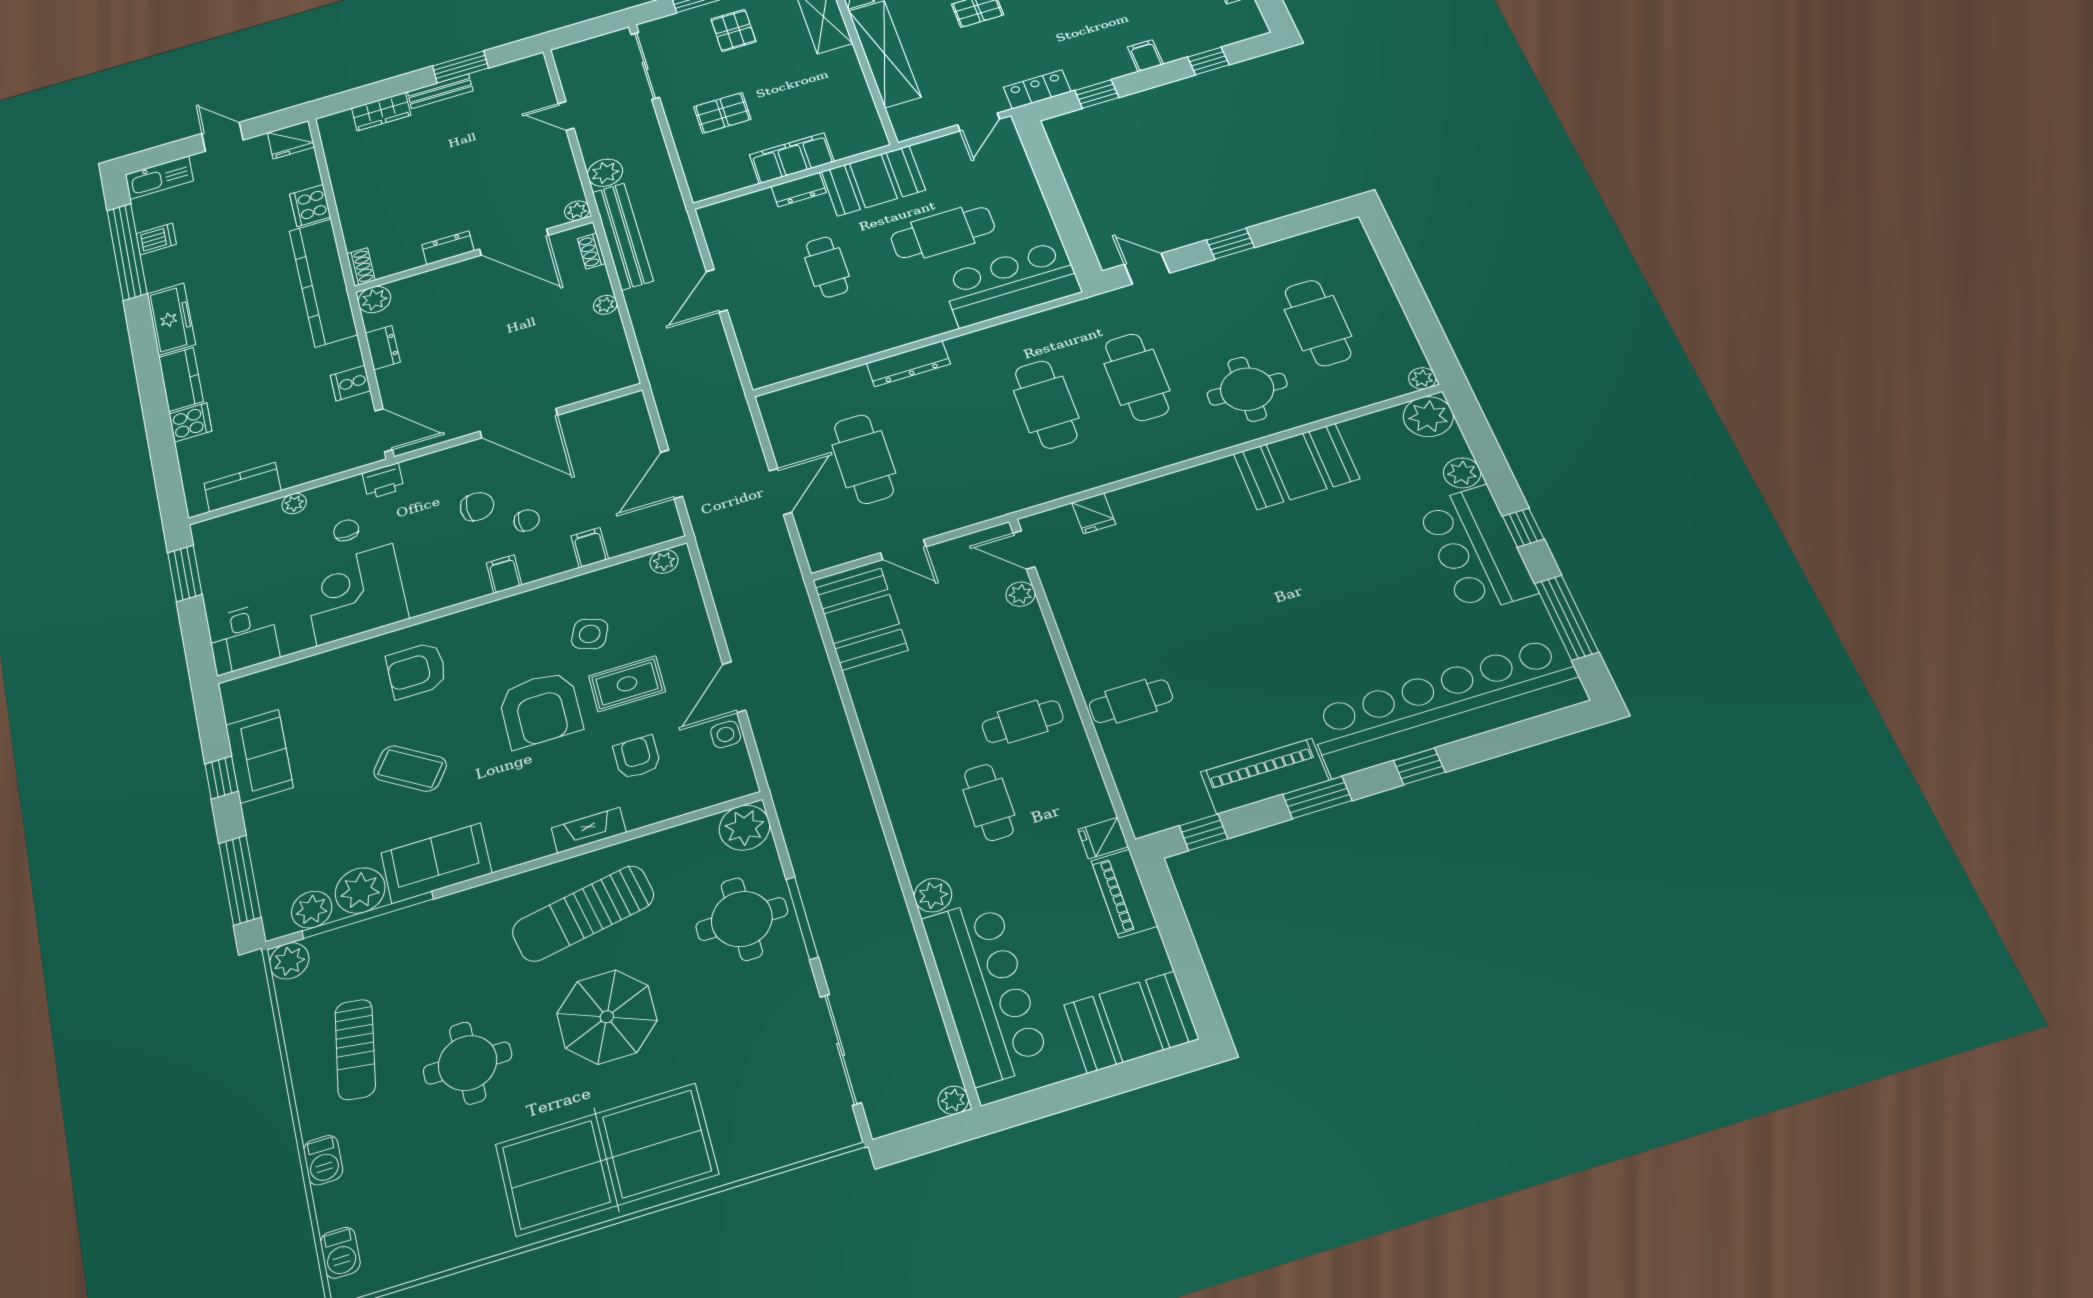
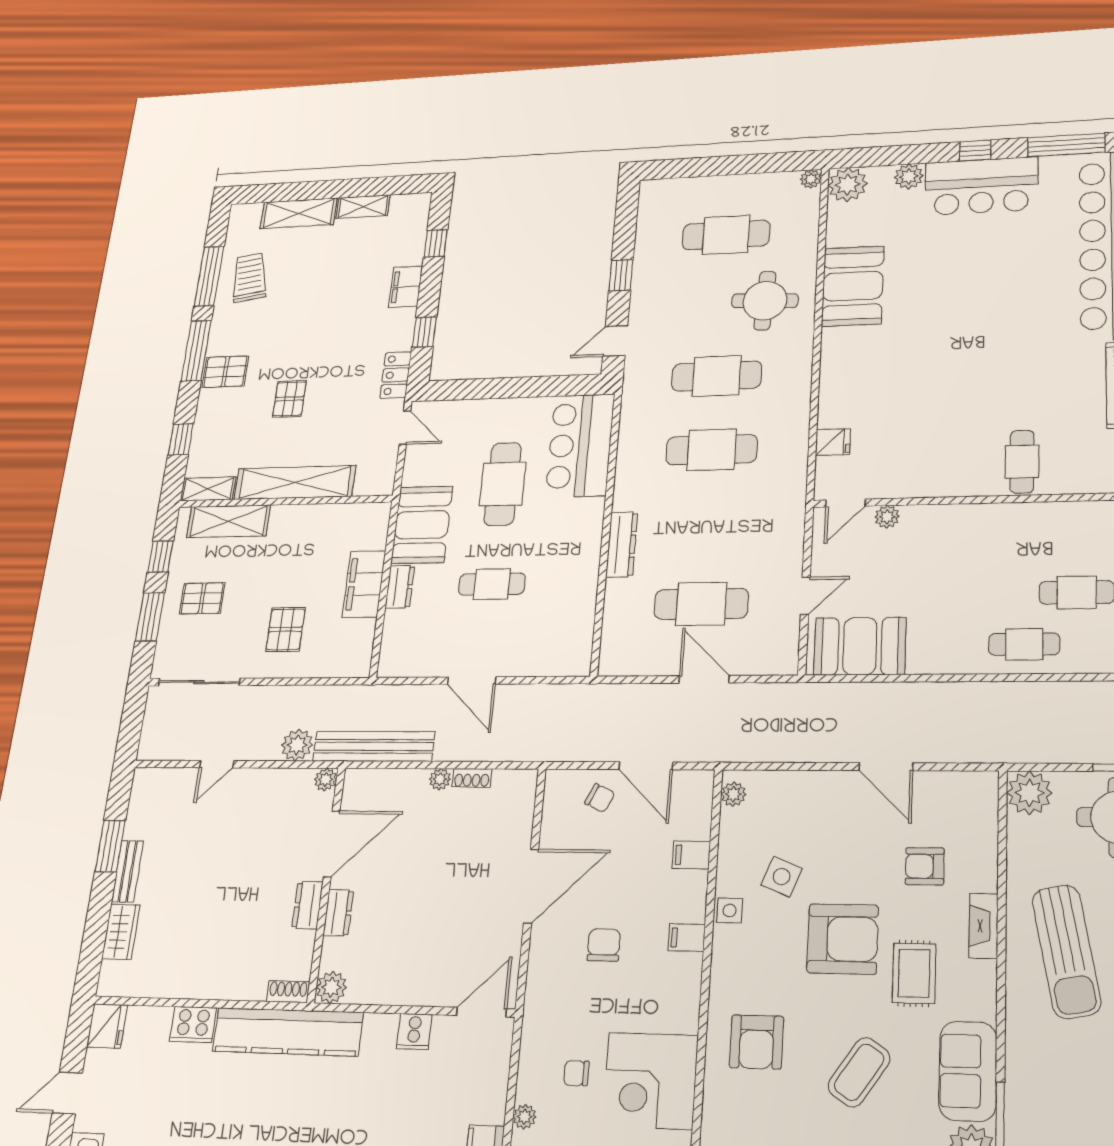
filing cabinet: (1145, 56) -> (406, 287), width x2.00
shoe rack: (591, 251) -> (472, 778), moved
dresser: (383, 348) -> (338, 913), moved, turned 90
printer: (383, 481) -> (537, 1026), removed
chair: (527, 520) -> (600, 798), moved, turned 115
rug: (627, 684) -> (914, 973), moved
cafe table: (1023, 722) -> (1024, 644), moved, turned 90
side table: (726, 734) -> (730, 911), moved

